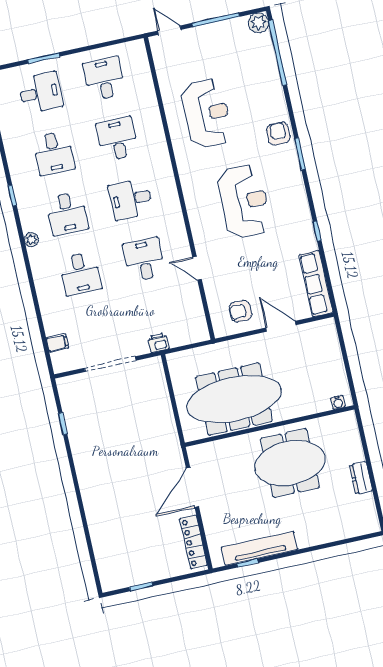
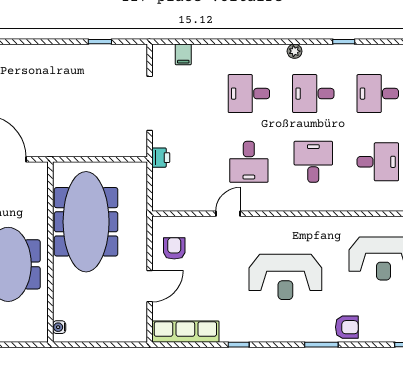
desk: (144, 259) -> (249, 162), turned 90

